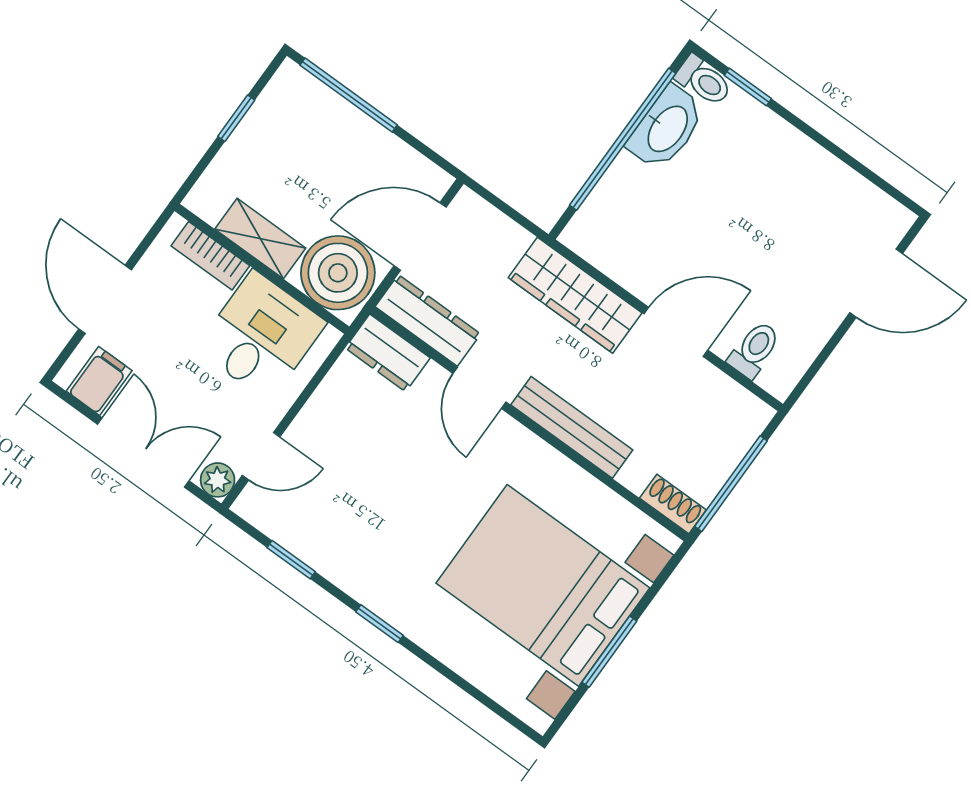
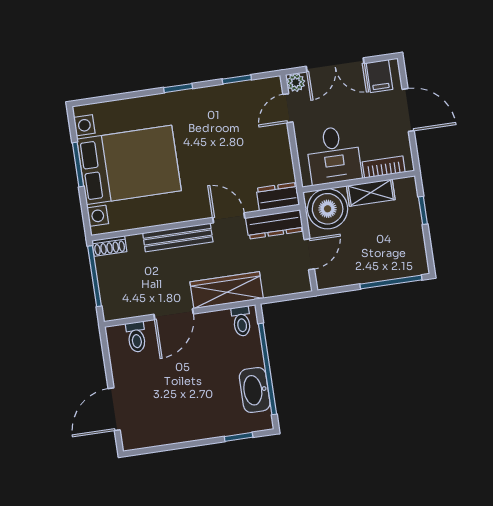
toilet: (704, 81) -> (242, 321), moved, turned -90
window: (236, 118) -> (423, 210), moved
door: (420, 236) -> (309, 254), width x0.73

